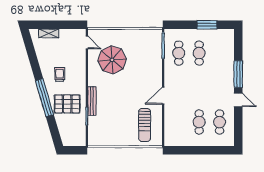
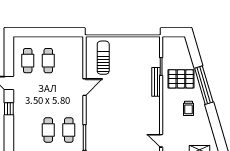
parasol: (112, 60) -> (136, 123), removed
window: (238, 74) -> (9, 109), width x0.46

